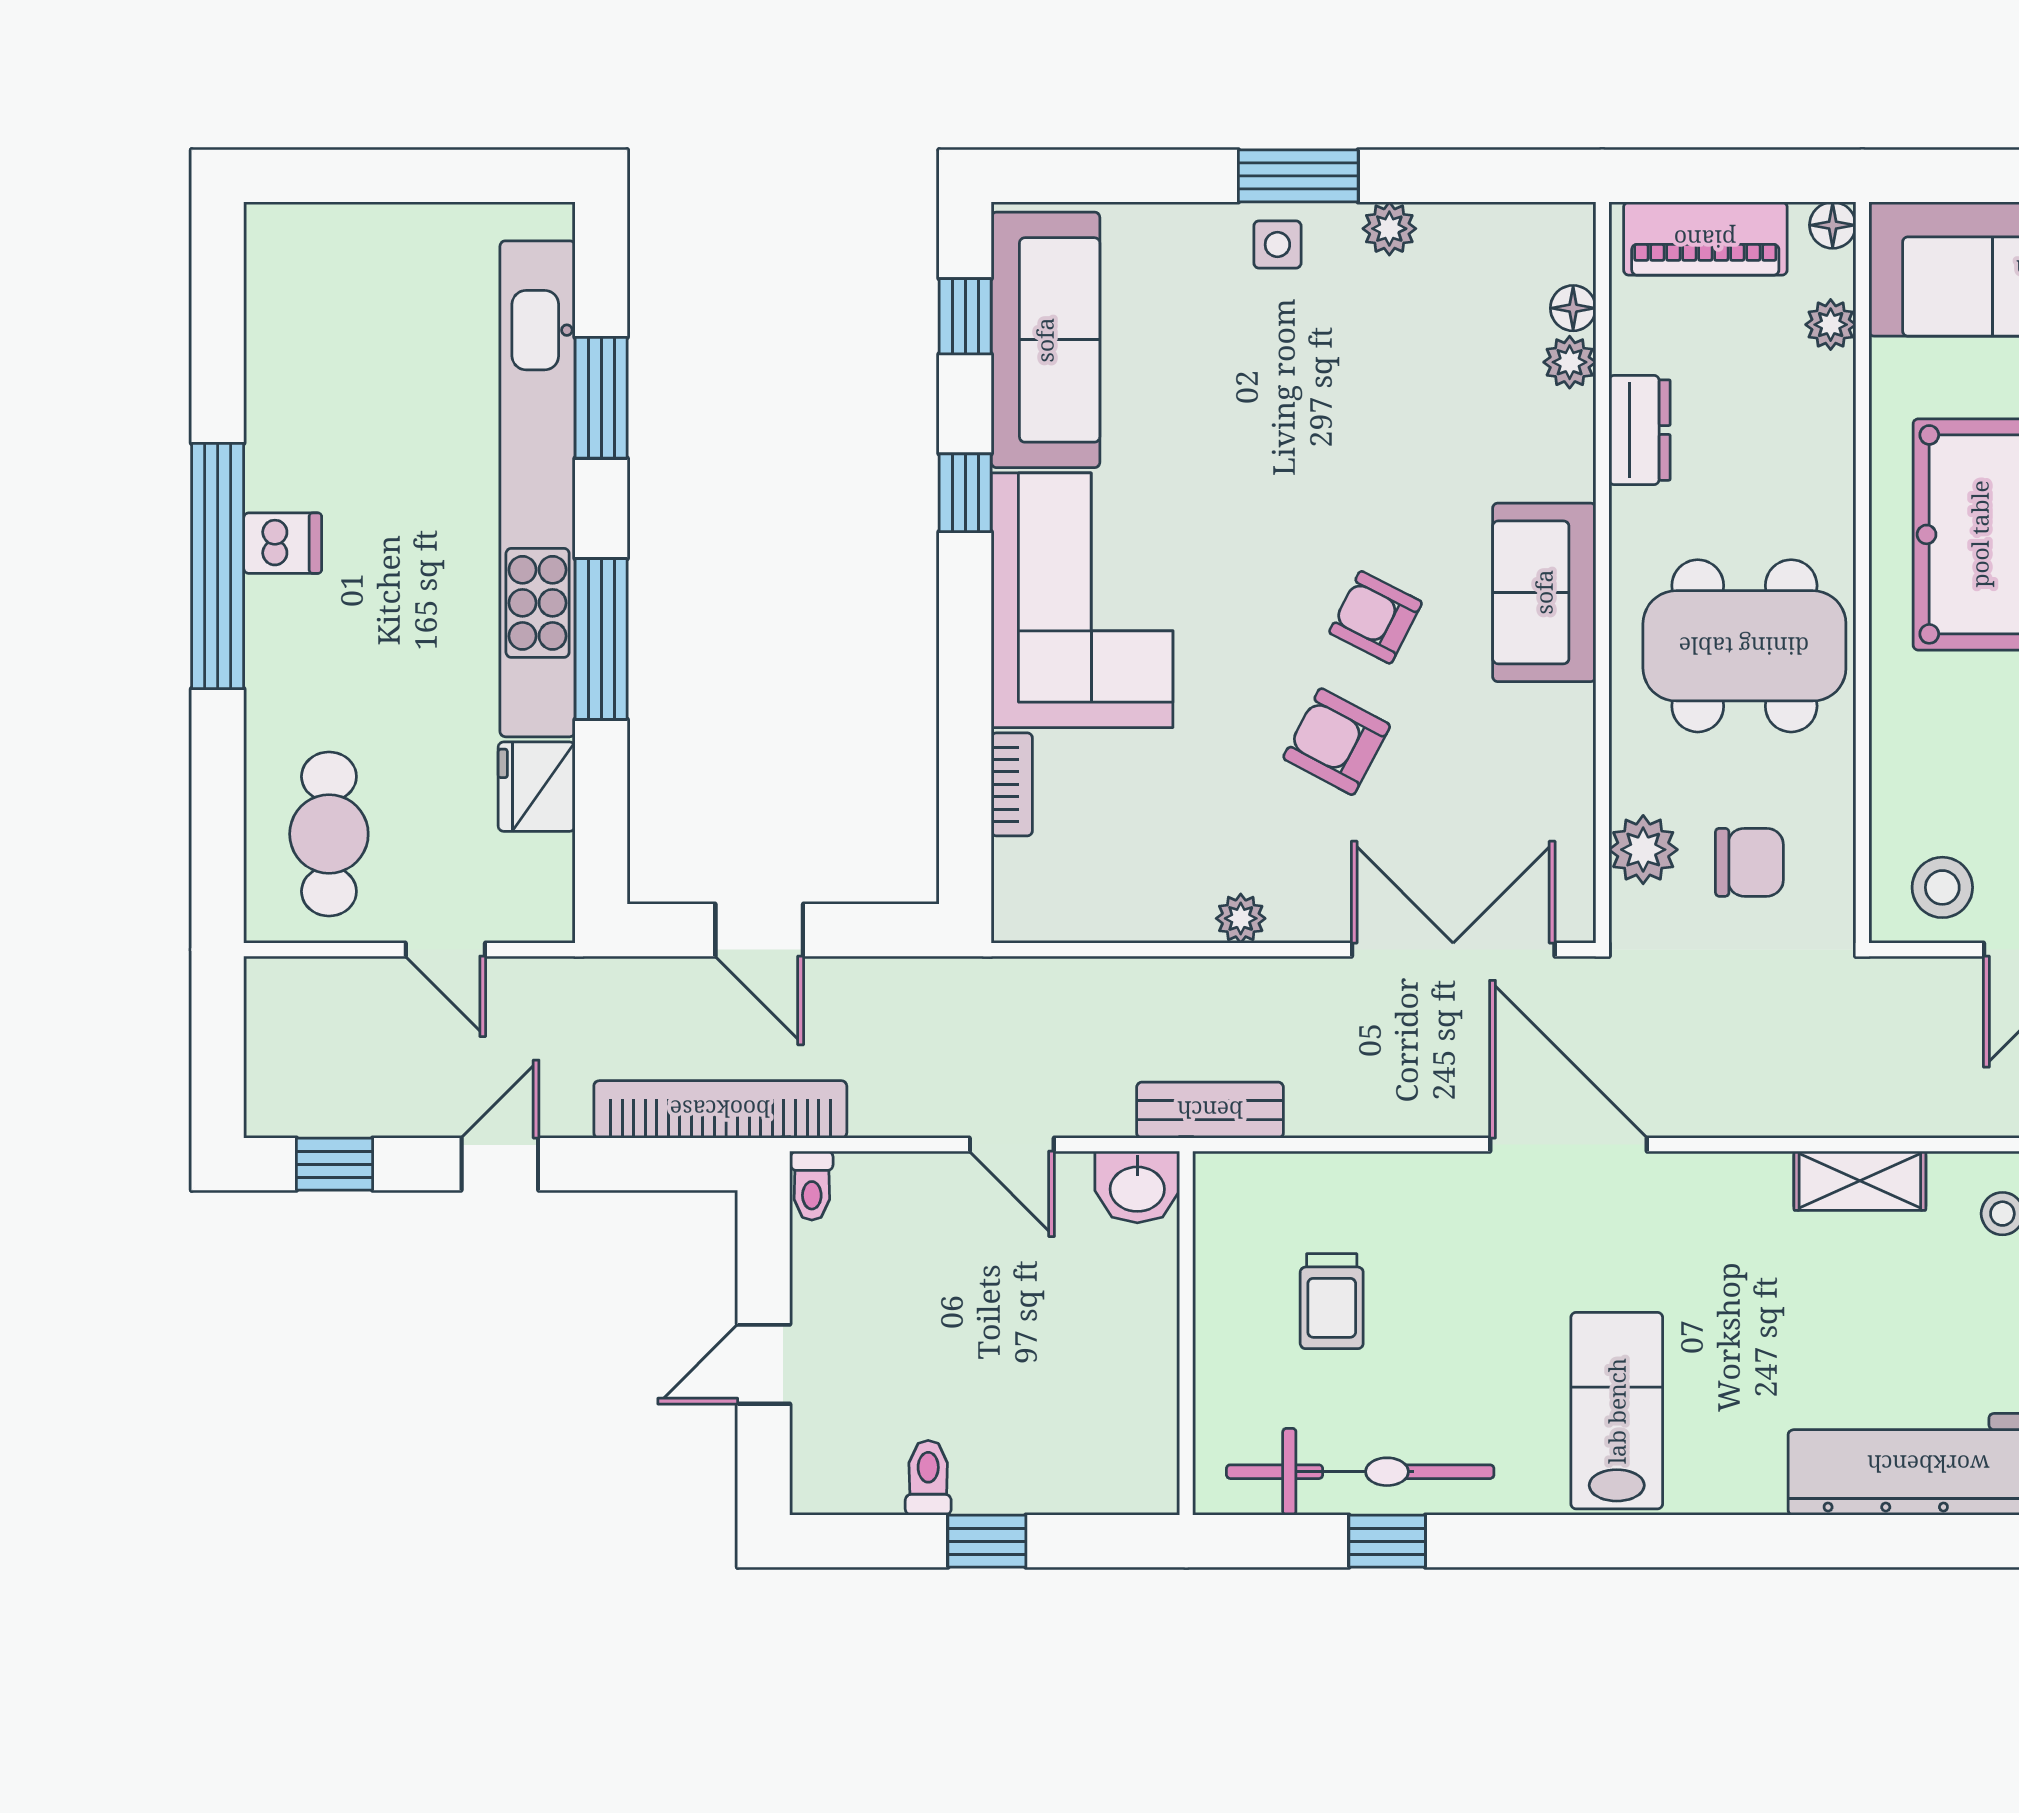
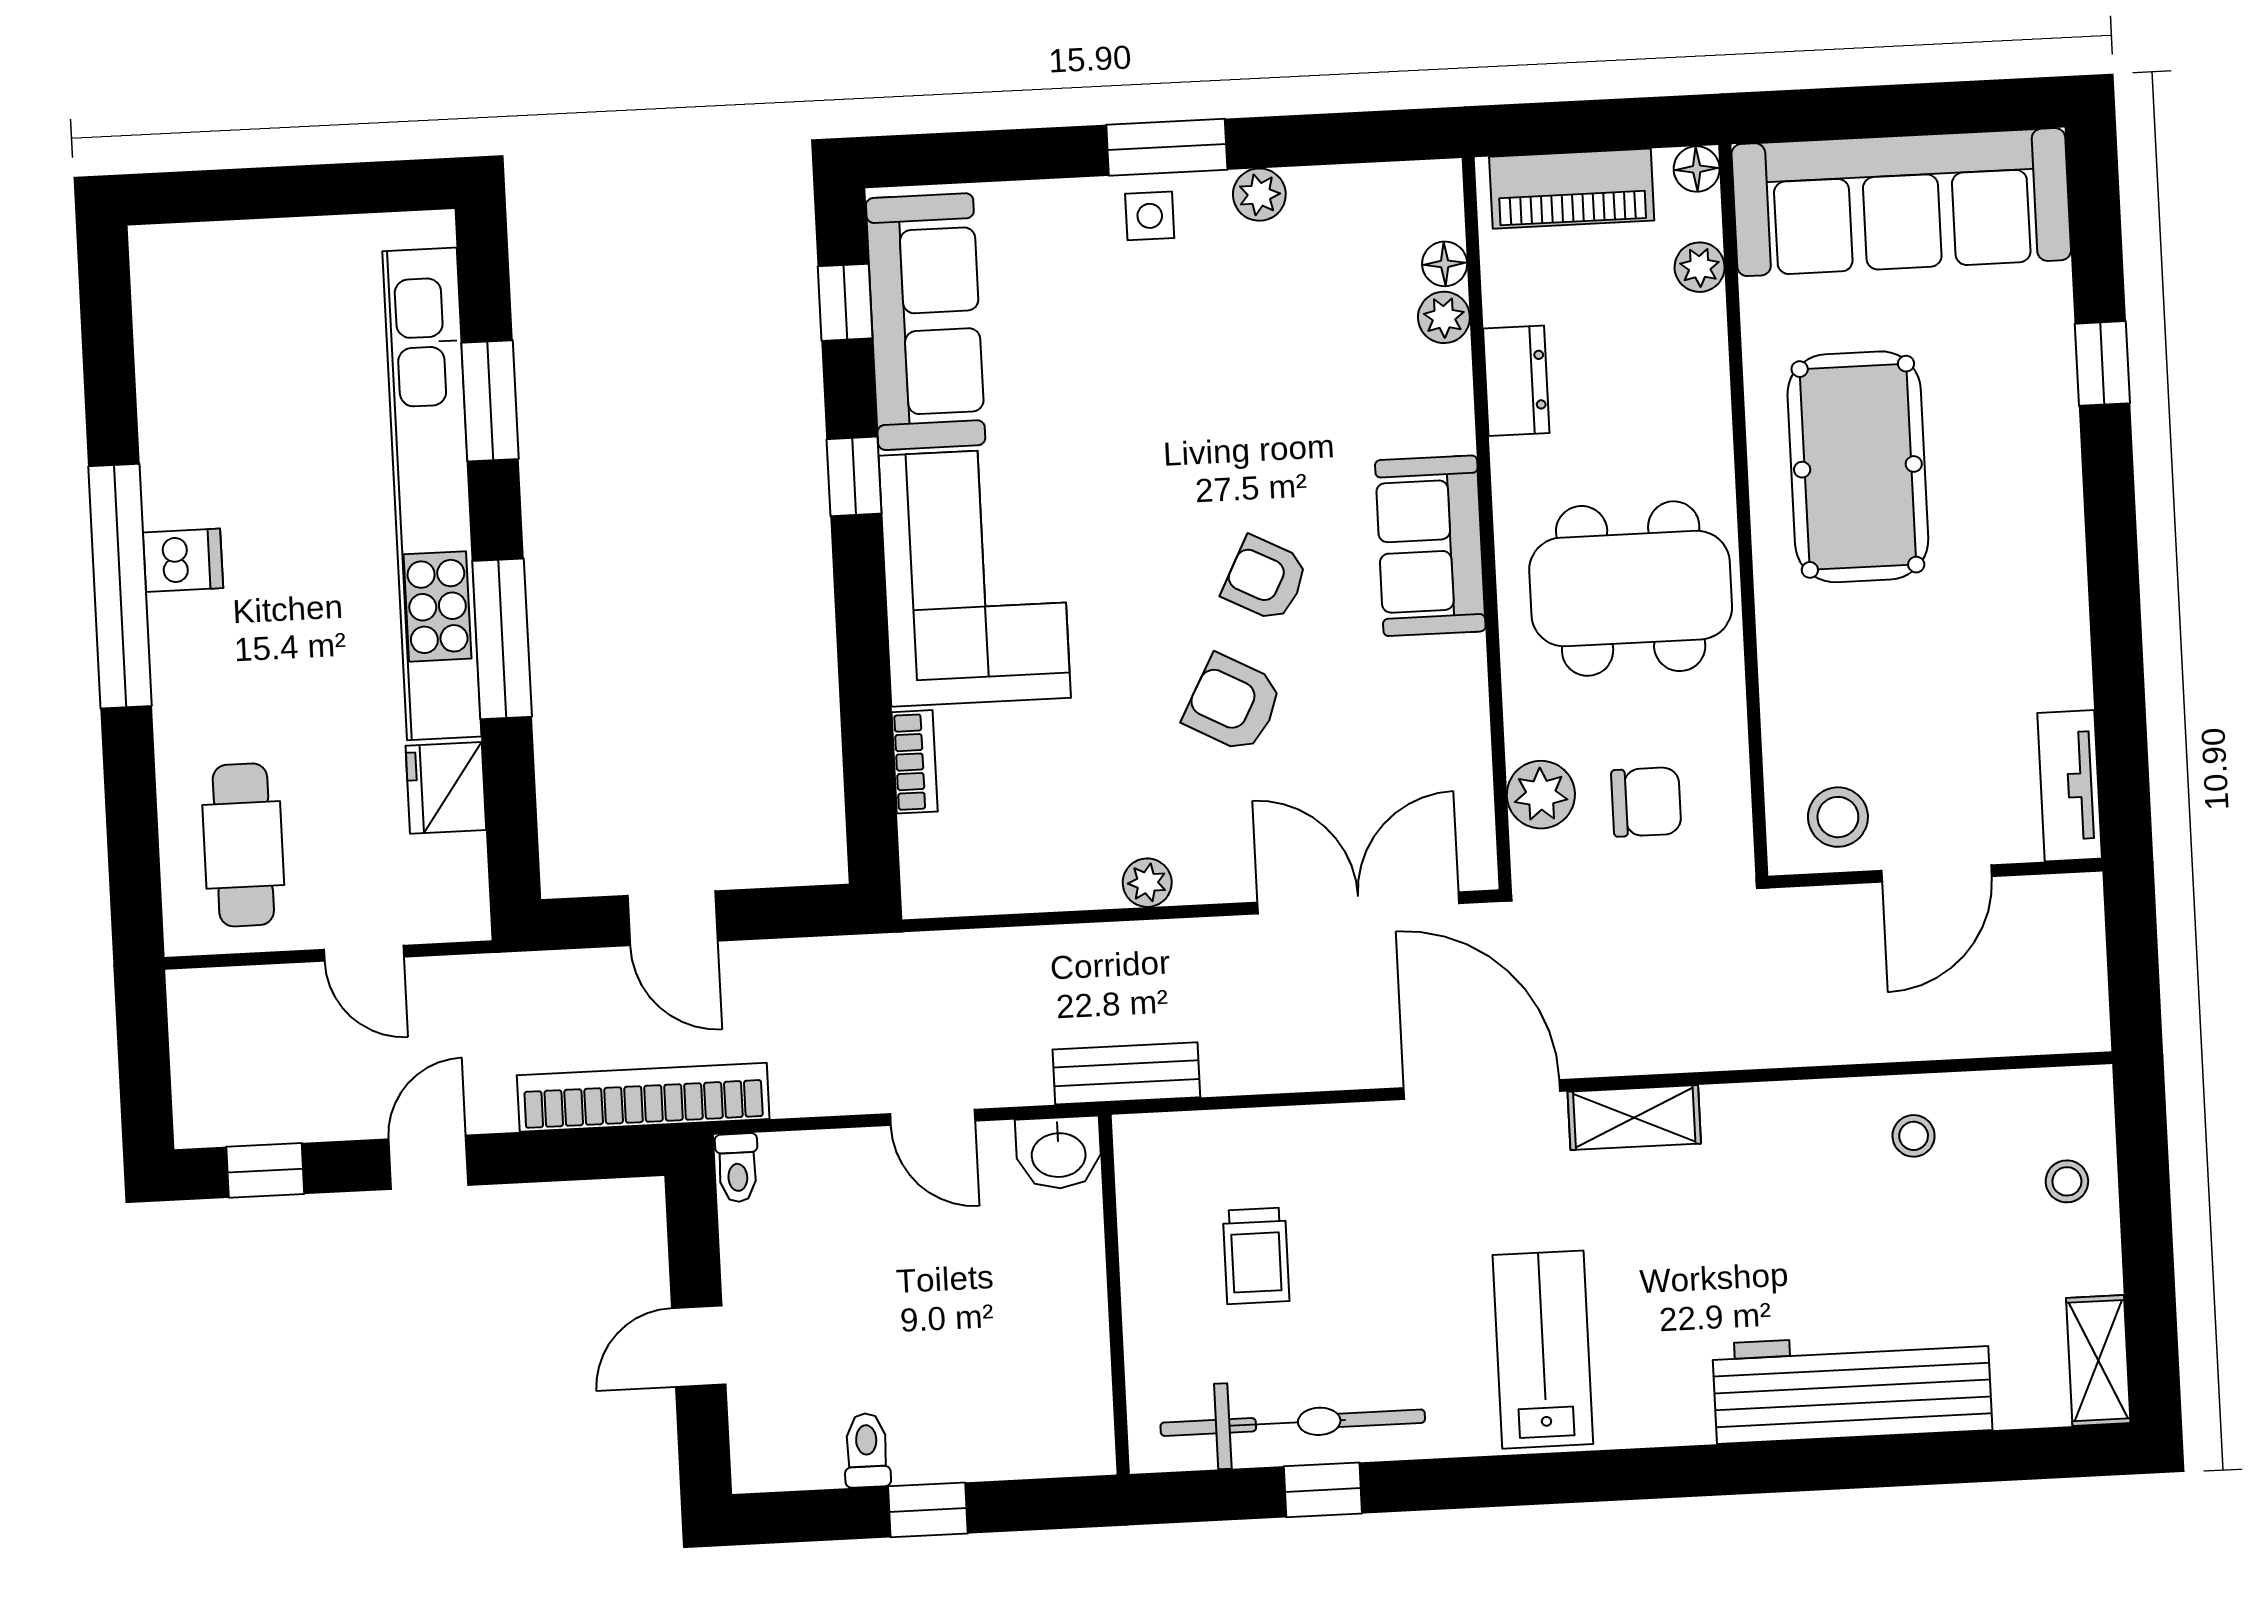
shelving: (1860, 1181) -> (1634, 1118), moved

